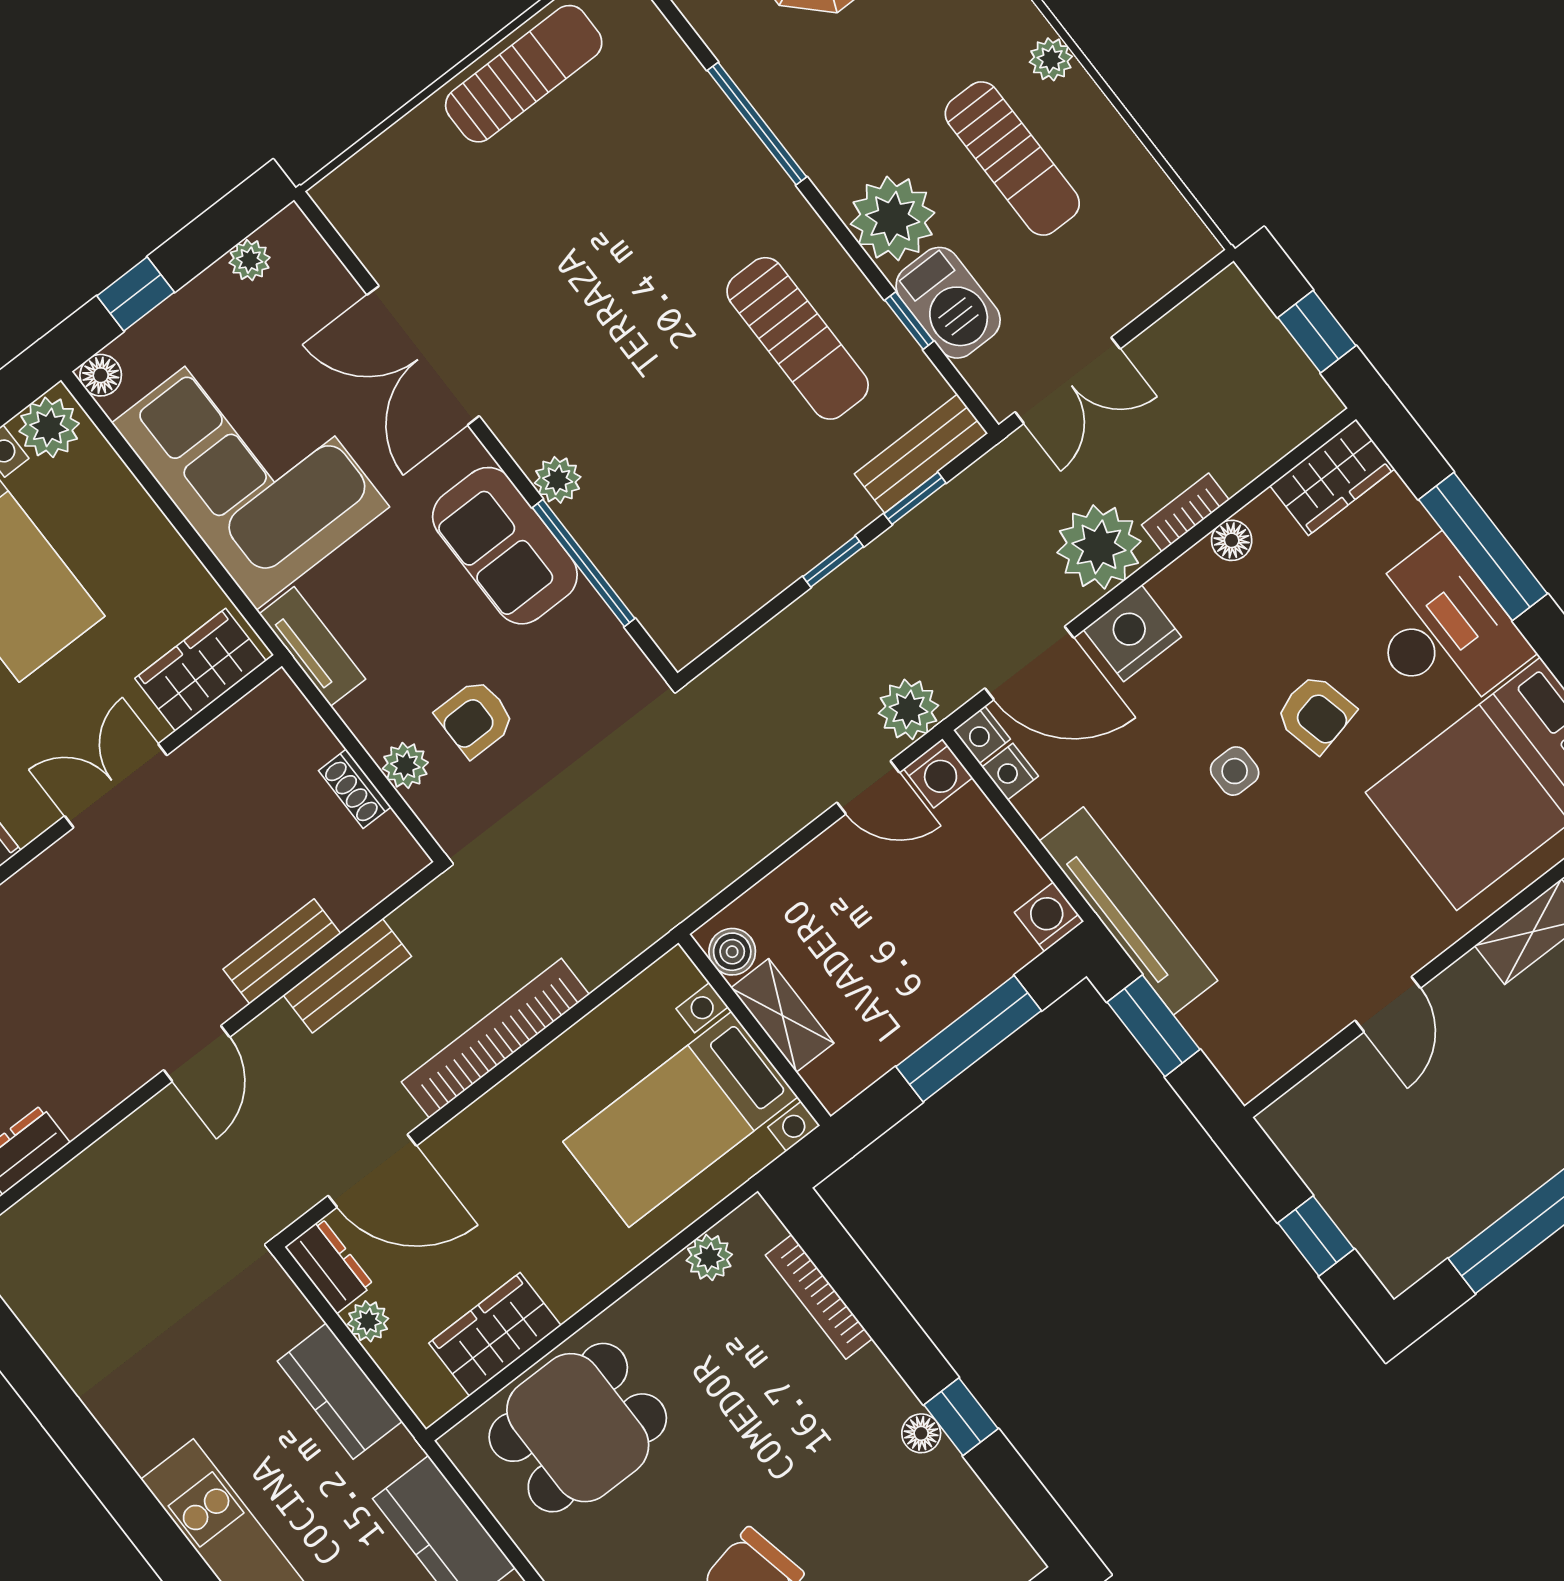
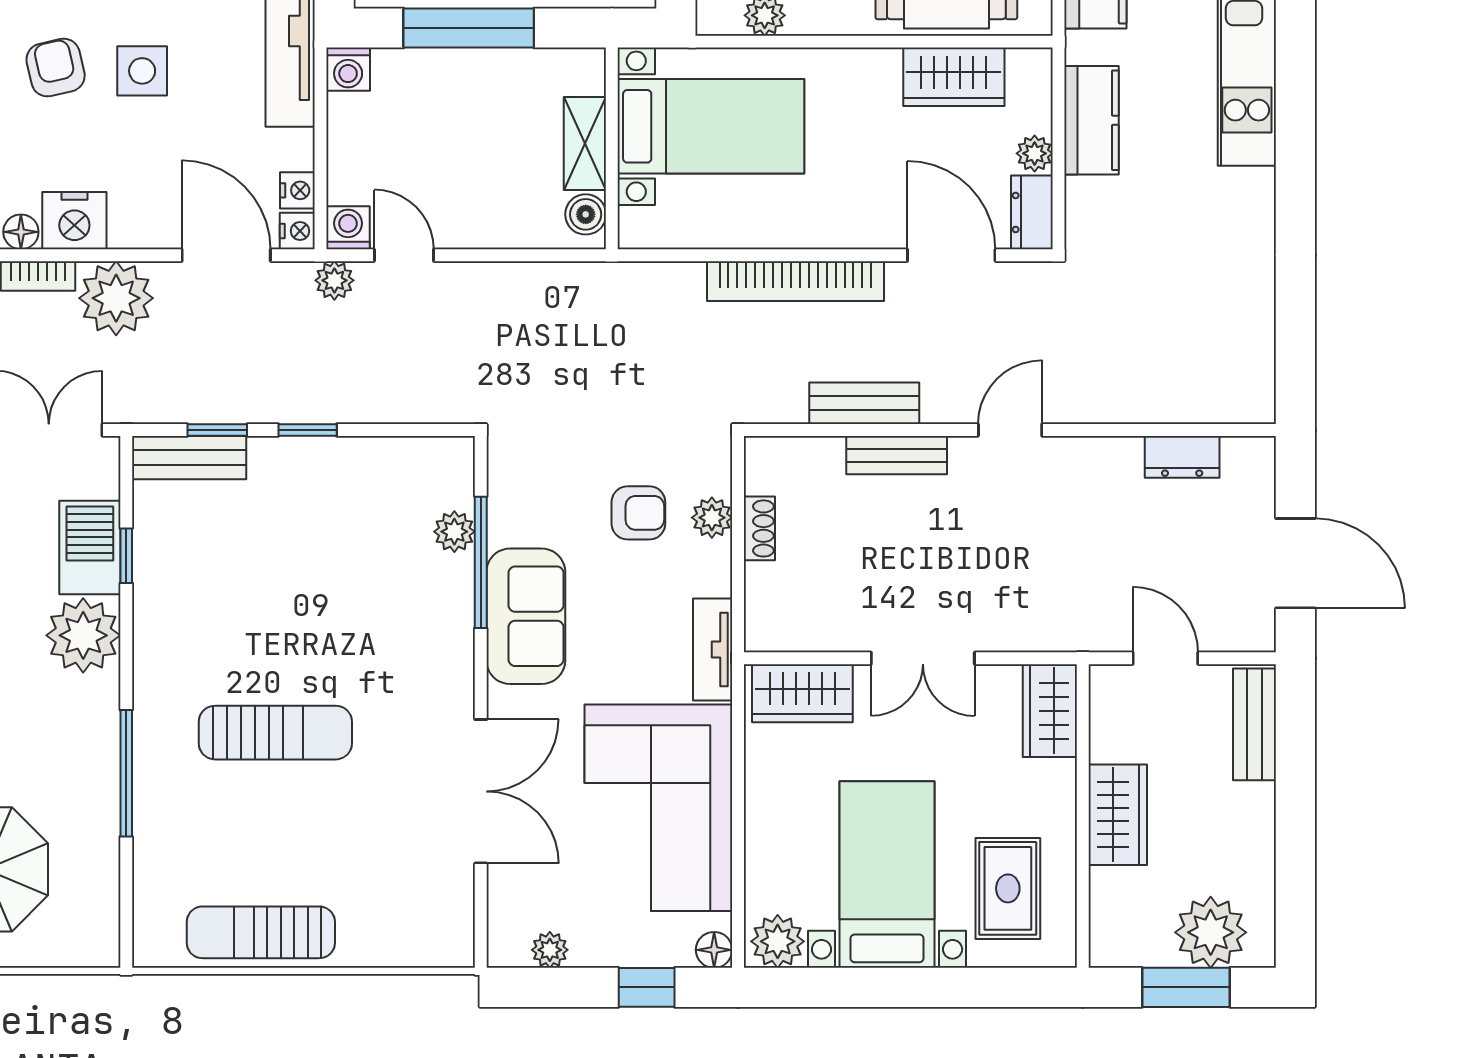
sun lounger: (798, 338) -> (275, 733), moved, turned 90
plant: (558, 480) -> (454, 532), moved
nightstand: (1132, 633) -> (74, 221), moved
plant: (908, 709) -> (334, 280), width x0.73, depth x0.73
side table: (1235, 771) -> (142, 71), width x1.37, depth x1.37

